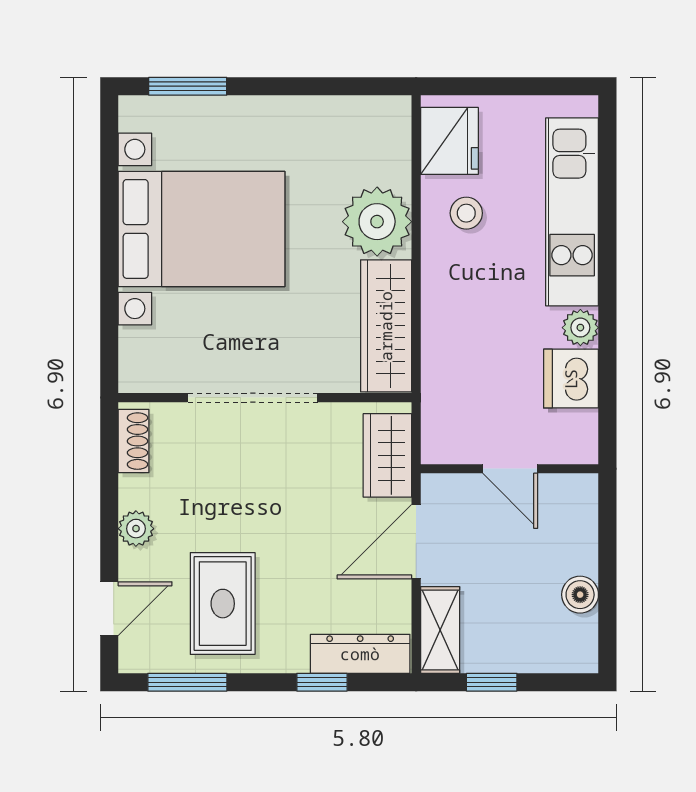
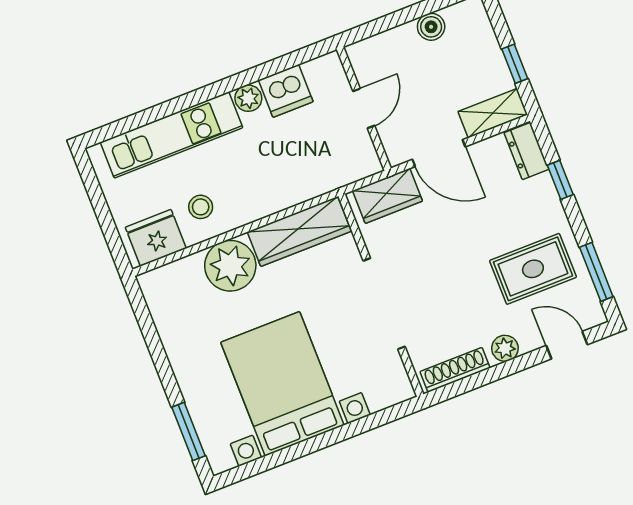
shoe rack: (134, 441) -> (455, 370), width x1.43
dresser: (360, 654) -> (526, 151), width x0.70

